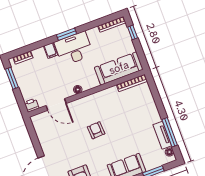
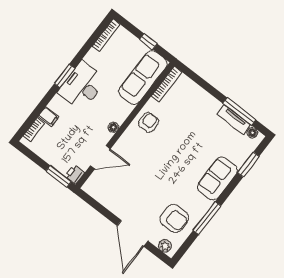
window: (133, 32) -> (148, 41), moved
filing cabinet: (50, 51) -> (49, 116), moved
window: (12, 78) -> (59, 176), moved
armchair: (96, 130) -> (149, 122), moved, turned 93

